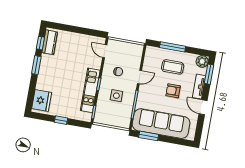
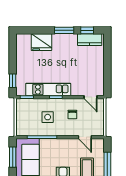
door: (105, 51) -> (91, 97), swing flipped
door: (139, 77) -> (85, 137), moved
fridge: (42, 100) -> (41, 42), moved
window: (61, 120) -> (13, 81), moved

